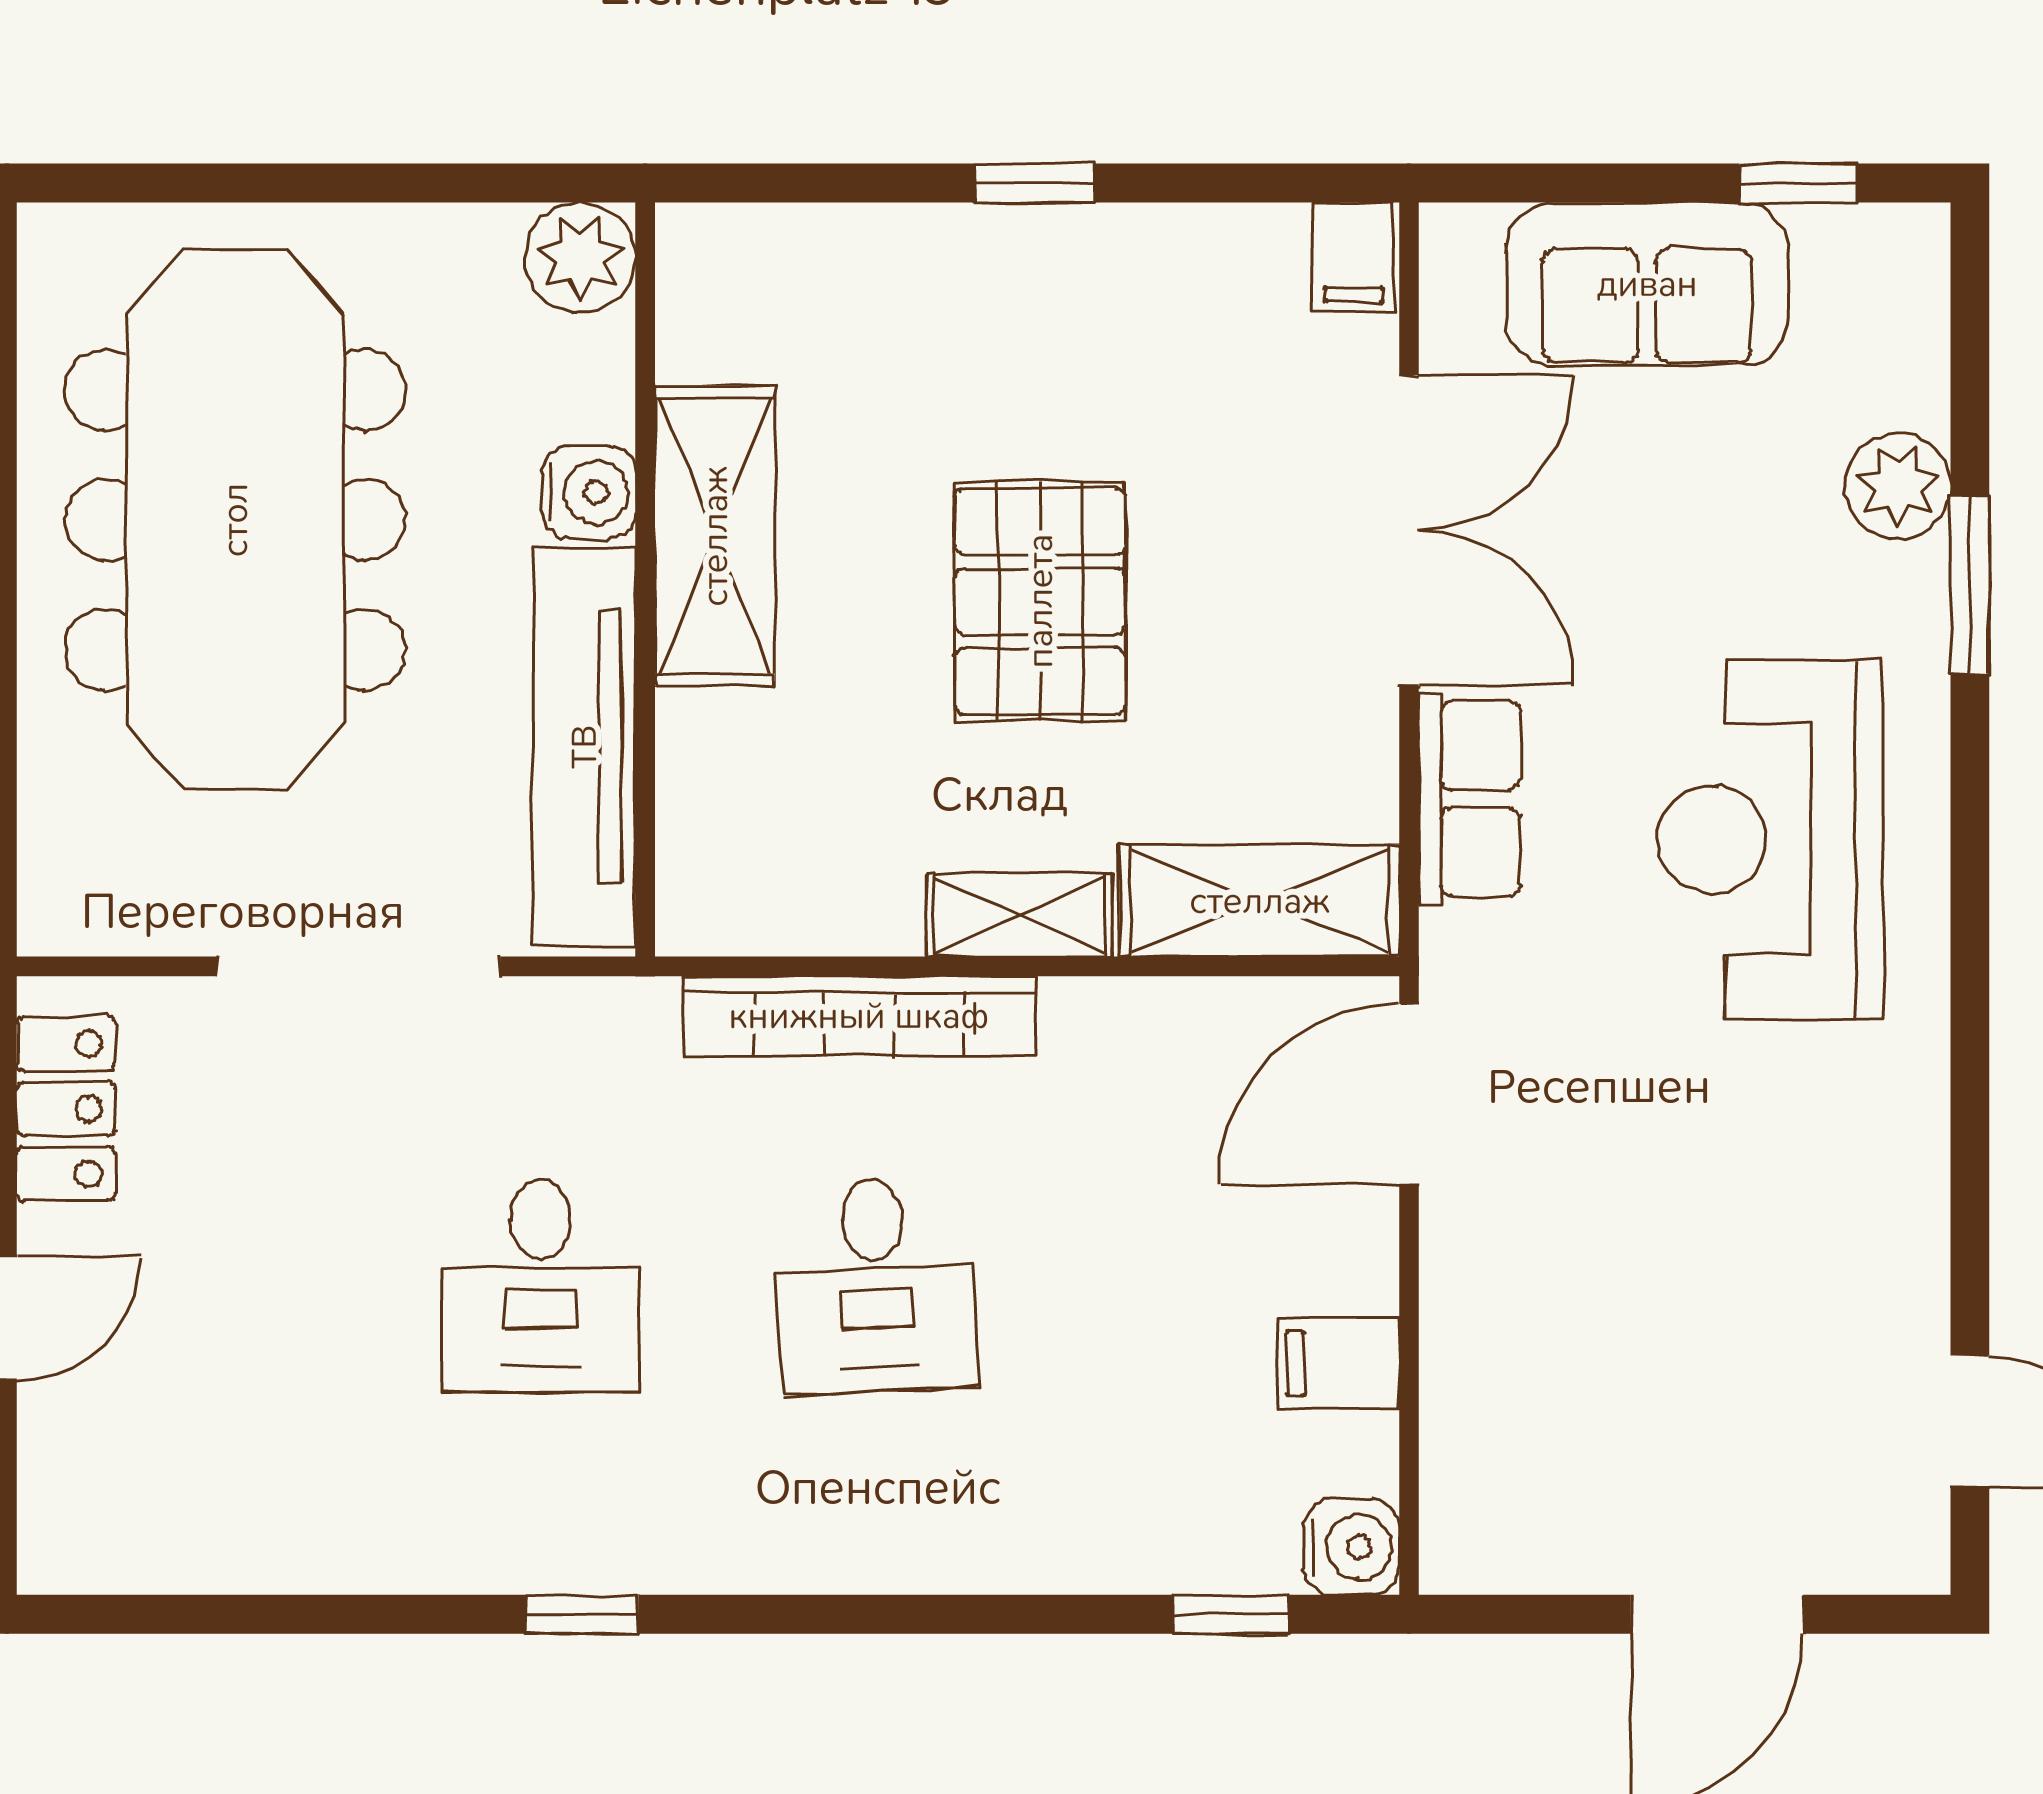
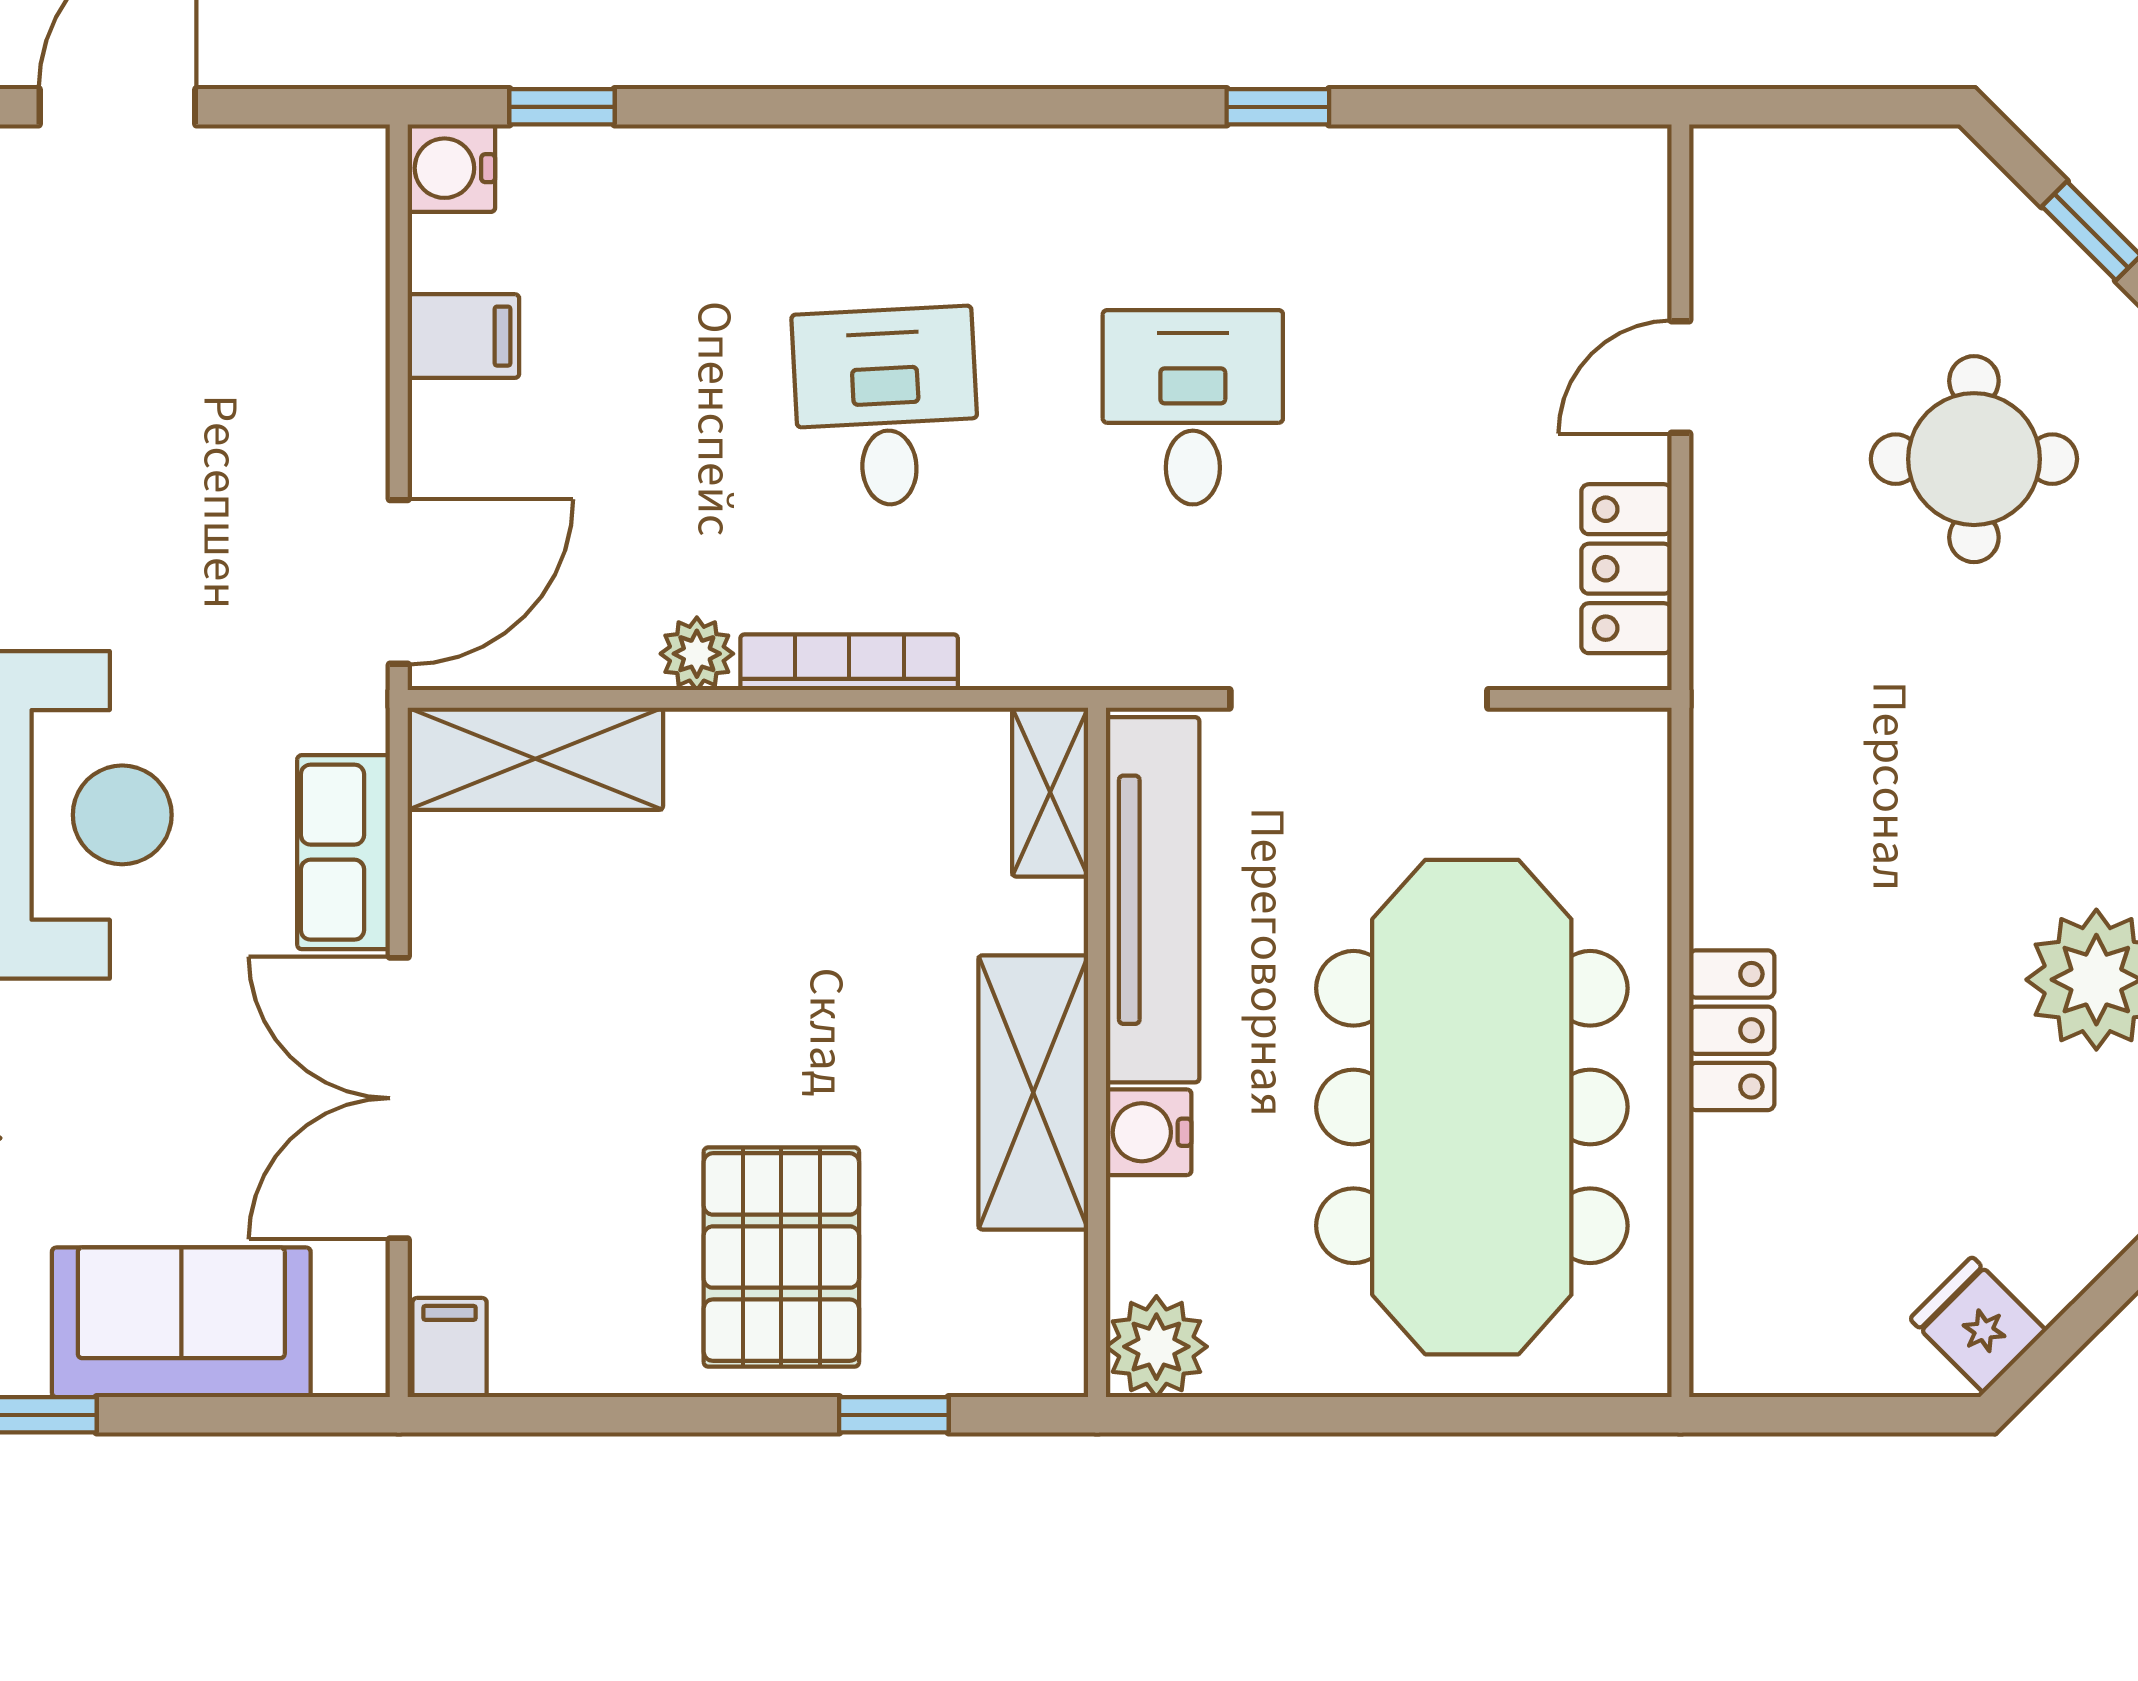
window: (1034, 183) -> (894, 1415), moved
pallet: (1040, 601) -> (781, 1257), moved
shelving: (1020, 915) -> (1050, 792), moved, turned 90
bookcase: (859, 1016) -> (849, 662), width x0.68, depth x0.76
plant: (1083, 1016) -> (697, 654), added
window: (582, 1614) -> (1278, 107), moved

